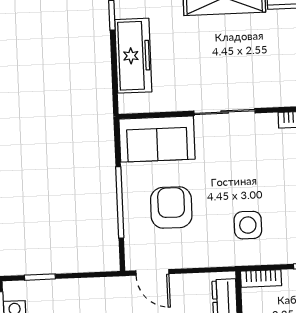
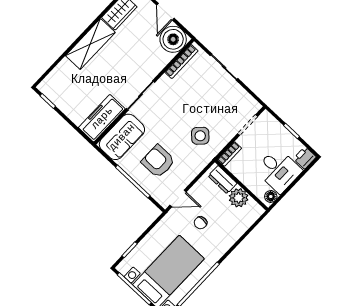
freezer: (133, 56) -> (102, 118), moved, turned -90
side table: (248, 225) -> (200, 136), turned 45

